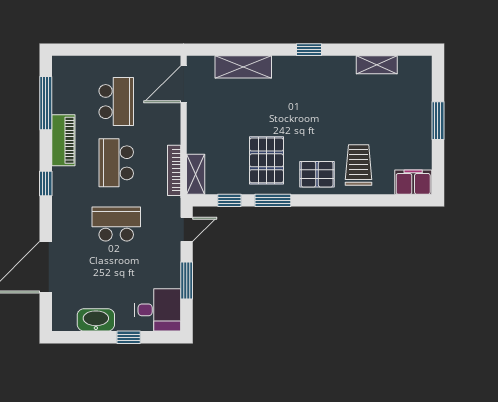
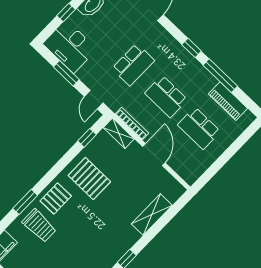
door: (184, 84) -> (154, 155), moved
window: (46, 103) -> (220, 76), moved
piano: (63, 140) -> (228, 101), moved
school desk: (116, 163) -> (166, 96), turned 180
window: (273, 200) -> (25, 202), moved
desk: (158, 310) -> (70, 46), width x1.37

